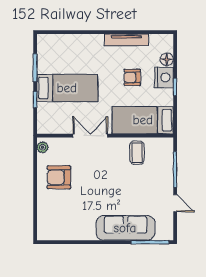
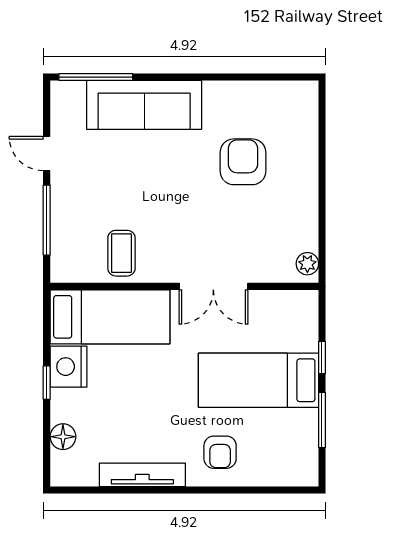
armchair: (132, 77) -> (220, 452), moved, turned 90
nightstand: (164, 77) -> (69, 367), moved
armchair: (59, 177) -> (243, 162), moved, turned -90

